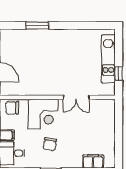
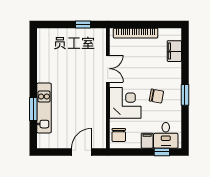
kitchen unit: (108, 59) -> (44, 108), moved, turned -90
bookcase: (110, 124) -> (136, 33), added

